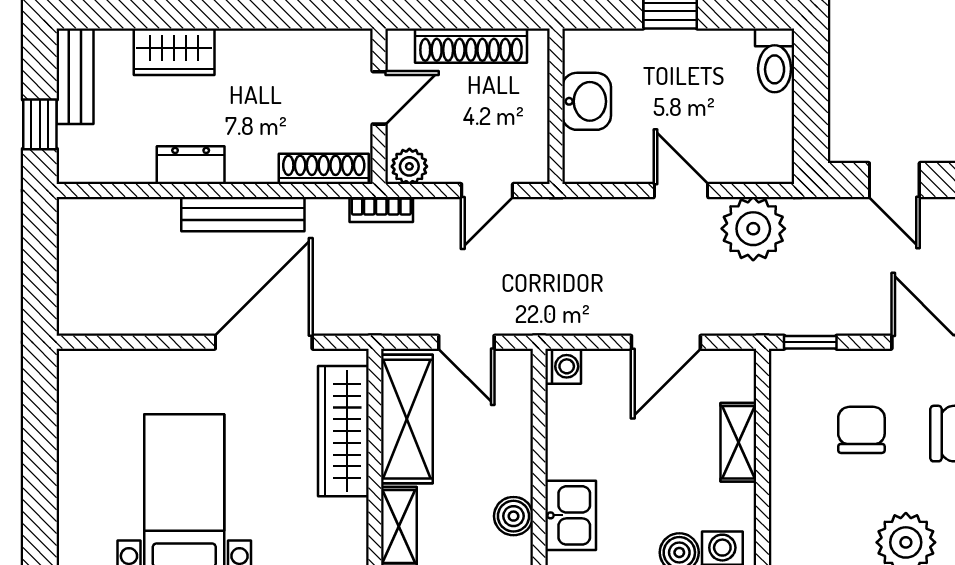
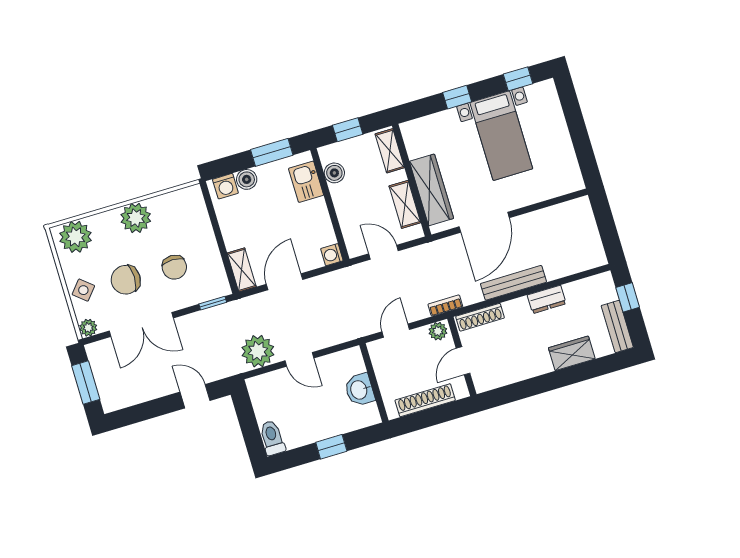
shelving: (407, 419) -> (405, 204), width x0.67, depth x0.75
shelving: (738, 442) -> (242, 270), moved

